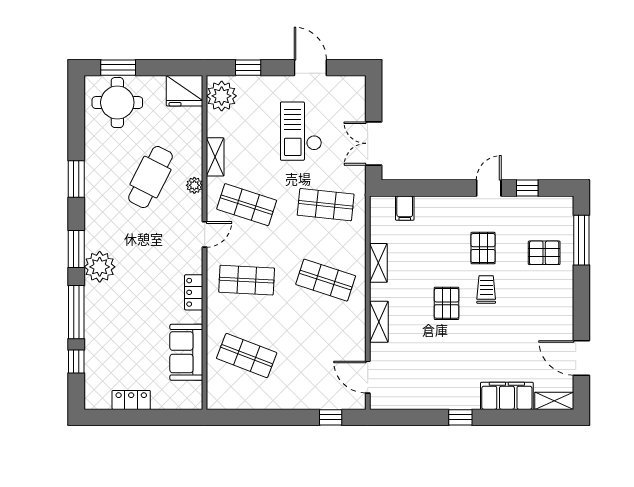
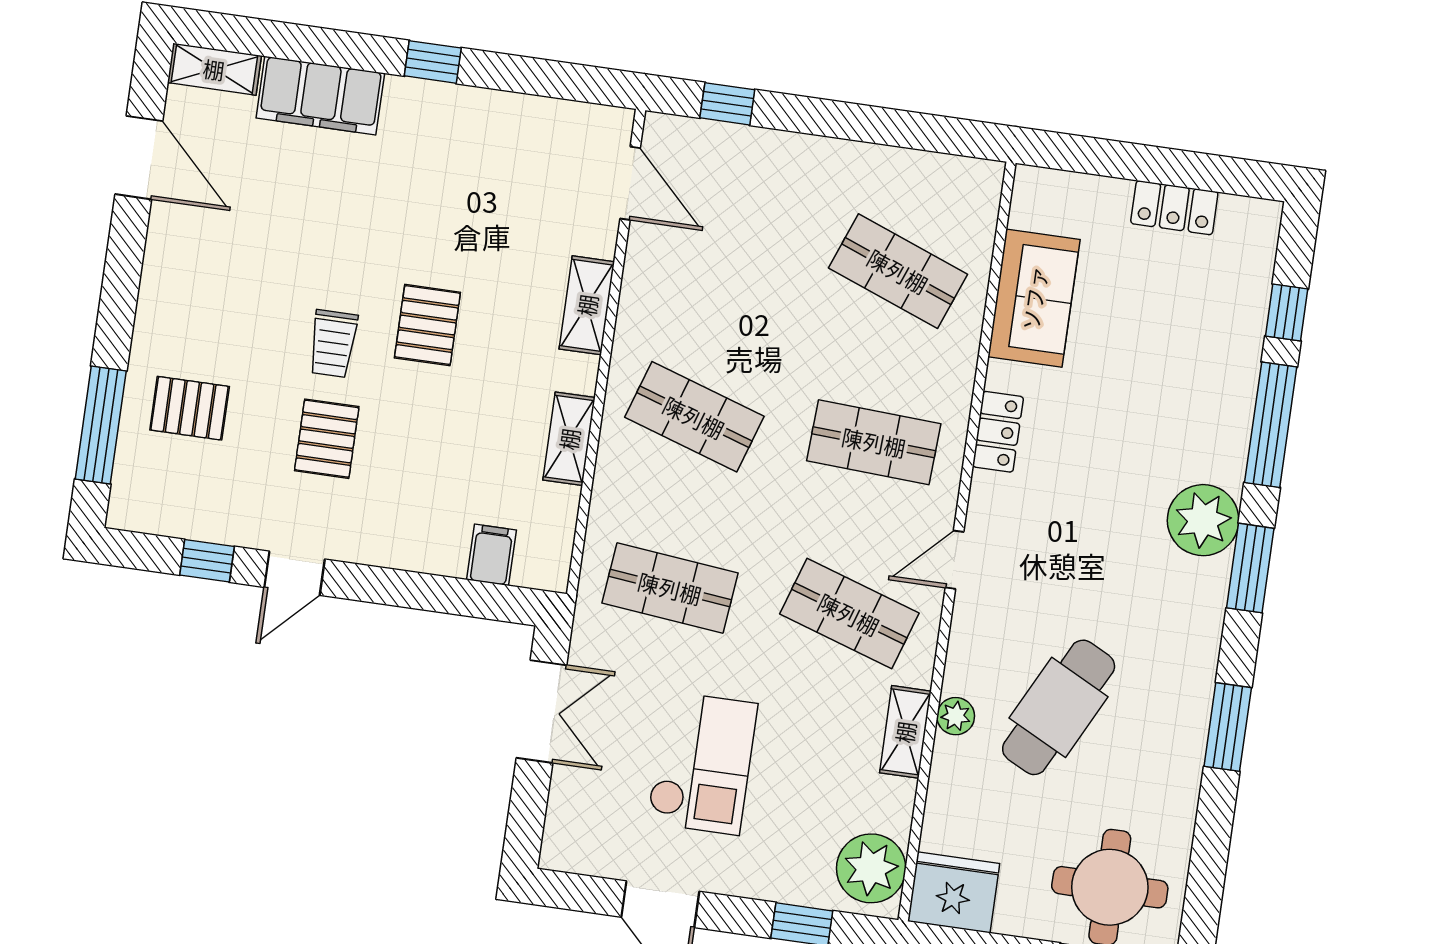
plant: (194, 185) -> (956, 716), moved

